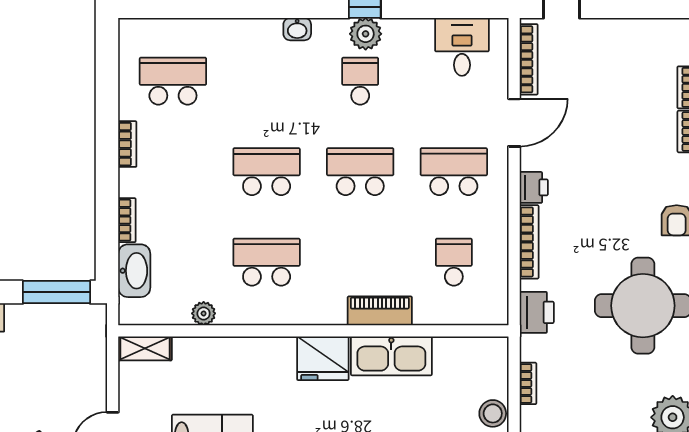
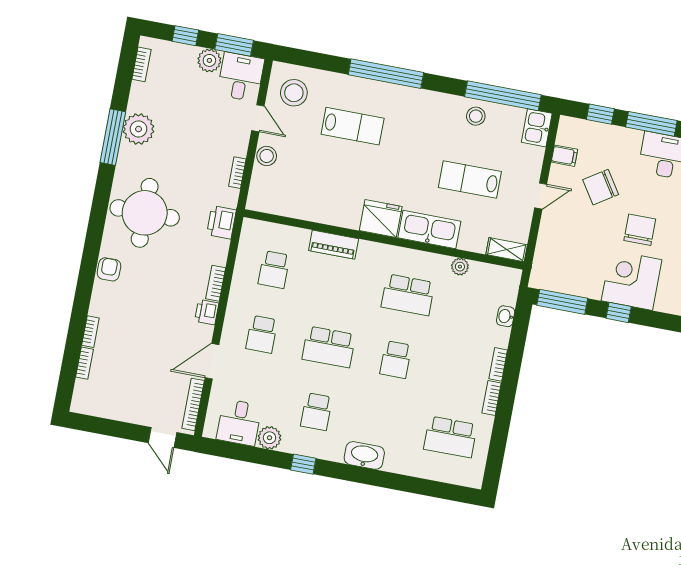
washbasin: (297, 29) -> (364, 455), width x1.91, depth x1.45
plant: (366, 34) -> (270, 438), moved
school desk: (267, 172) -> (396, 360), width x0.54
school desk: (454, 172) -> (262, 334), width x0.54
bookcase: (127, 220) -> (498, 364), moved
bookcase: (529, 242) -> (216, 283), width x0.64
washbasin: (134, 271) -> (506, 316), width x0.52, depth x0.69
kitchen sink: (391, 356) -> (429, 229), moved

